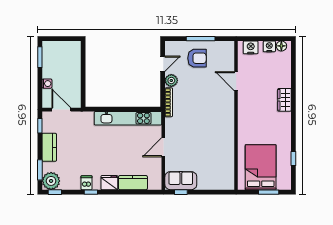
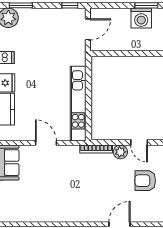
armchair: (197, 58) -> (145, 181), turned 90
washing machine: (47, 84) -> (141, 18), moved, width x1.89, depth x1.89
kitchen counter: (49, 147) -> (46, 16), removed

